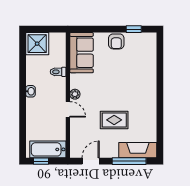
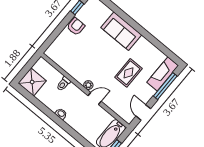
armchair: (116, 41) -> (76, 26), turned -90
sofa: (82, 53) -> (121, 31), moved, turned 180

